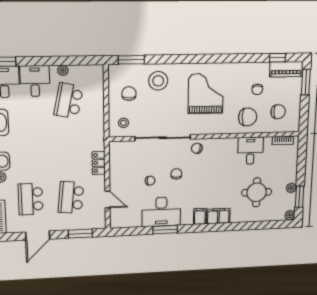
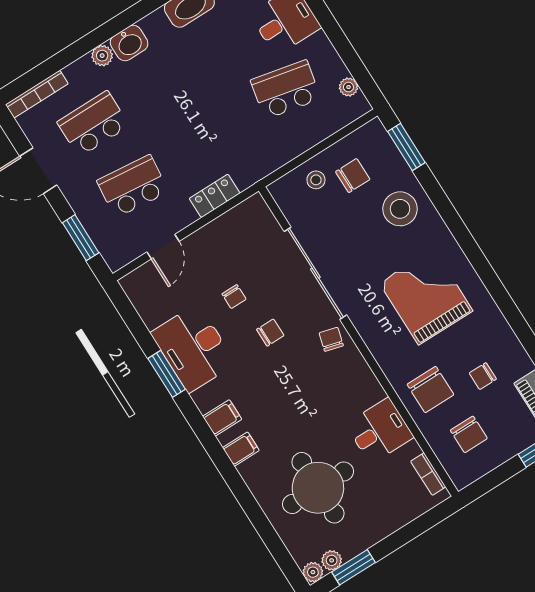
plant: (63, 70) -> (348, 87), moved
grand piano: (206, 93) -> (426, 297), turned -90
stool: (123, 123) -> (316, 180), moved
plant: (291, 188) -> (332, 560), moved
round table: (257, 192) -> (318, 488), width x1.36, depth x1.36
filing cabinet: (218, 216) -> (241, 449), width x0.50

